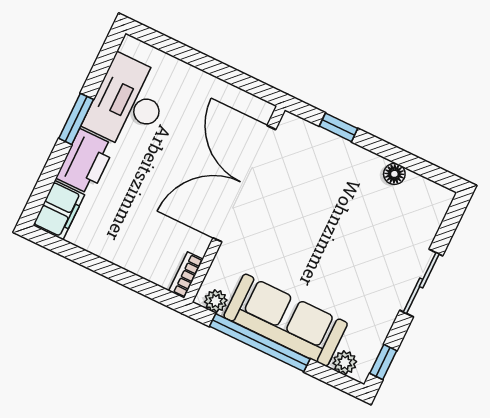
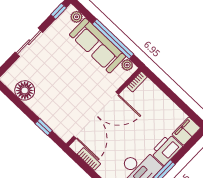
bookcase: (230, 94) -> (89, 159), added
floor lamp: (394, 174) -> (25, 90), width x1.89, depth x1.89

